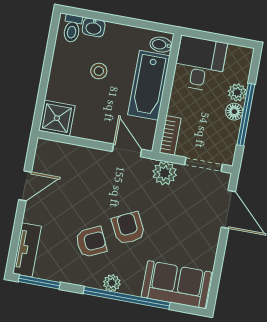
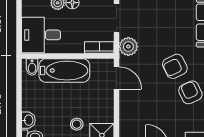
stool: (99, 71) -> (77, 124), moved
door: (127, 150) -> (116, 78), swing flipped

